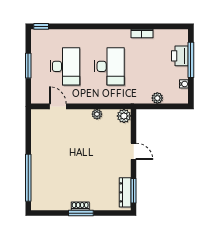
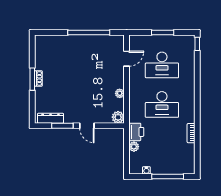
printer: (180, 56) -> (136, 132), moved, turned 90
door: (134, 151) -> (87, 126), hinge flipped
window: (28, 178) -> (89, 33), moved
window: (134, 191) -> (62, 126), moved

